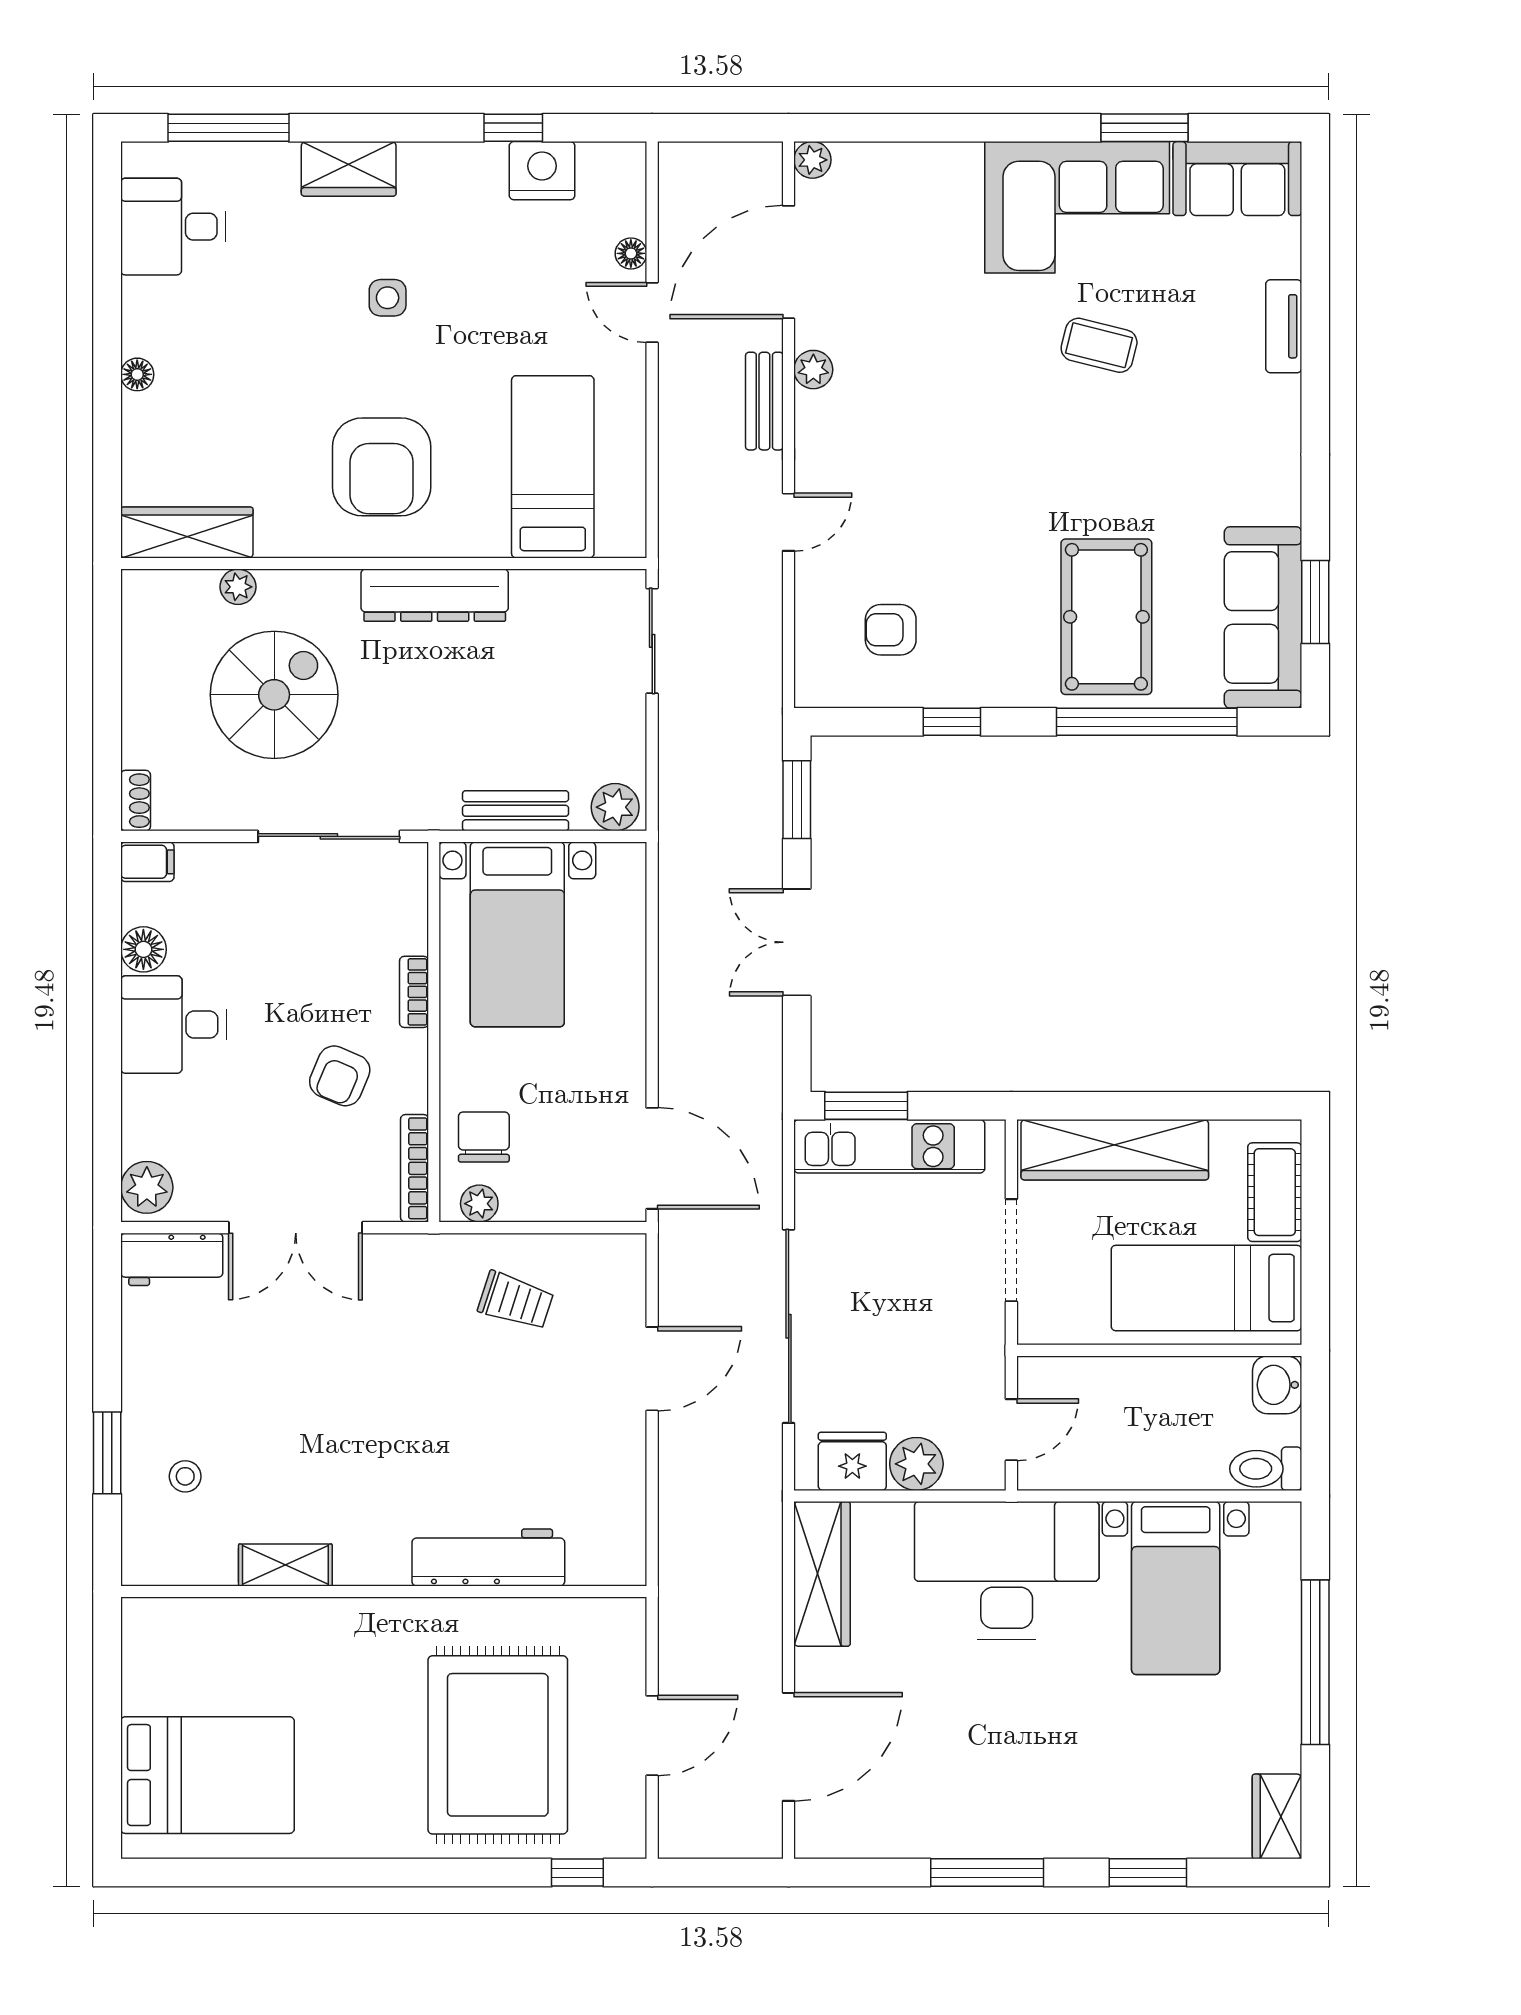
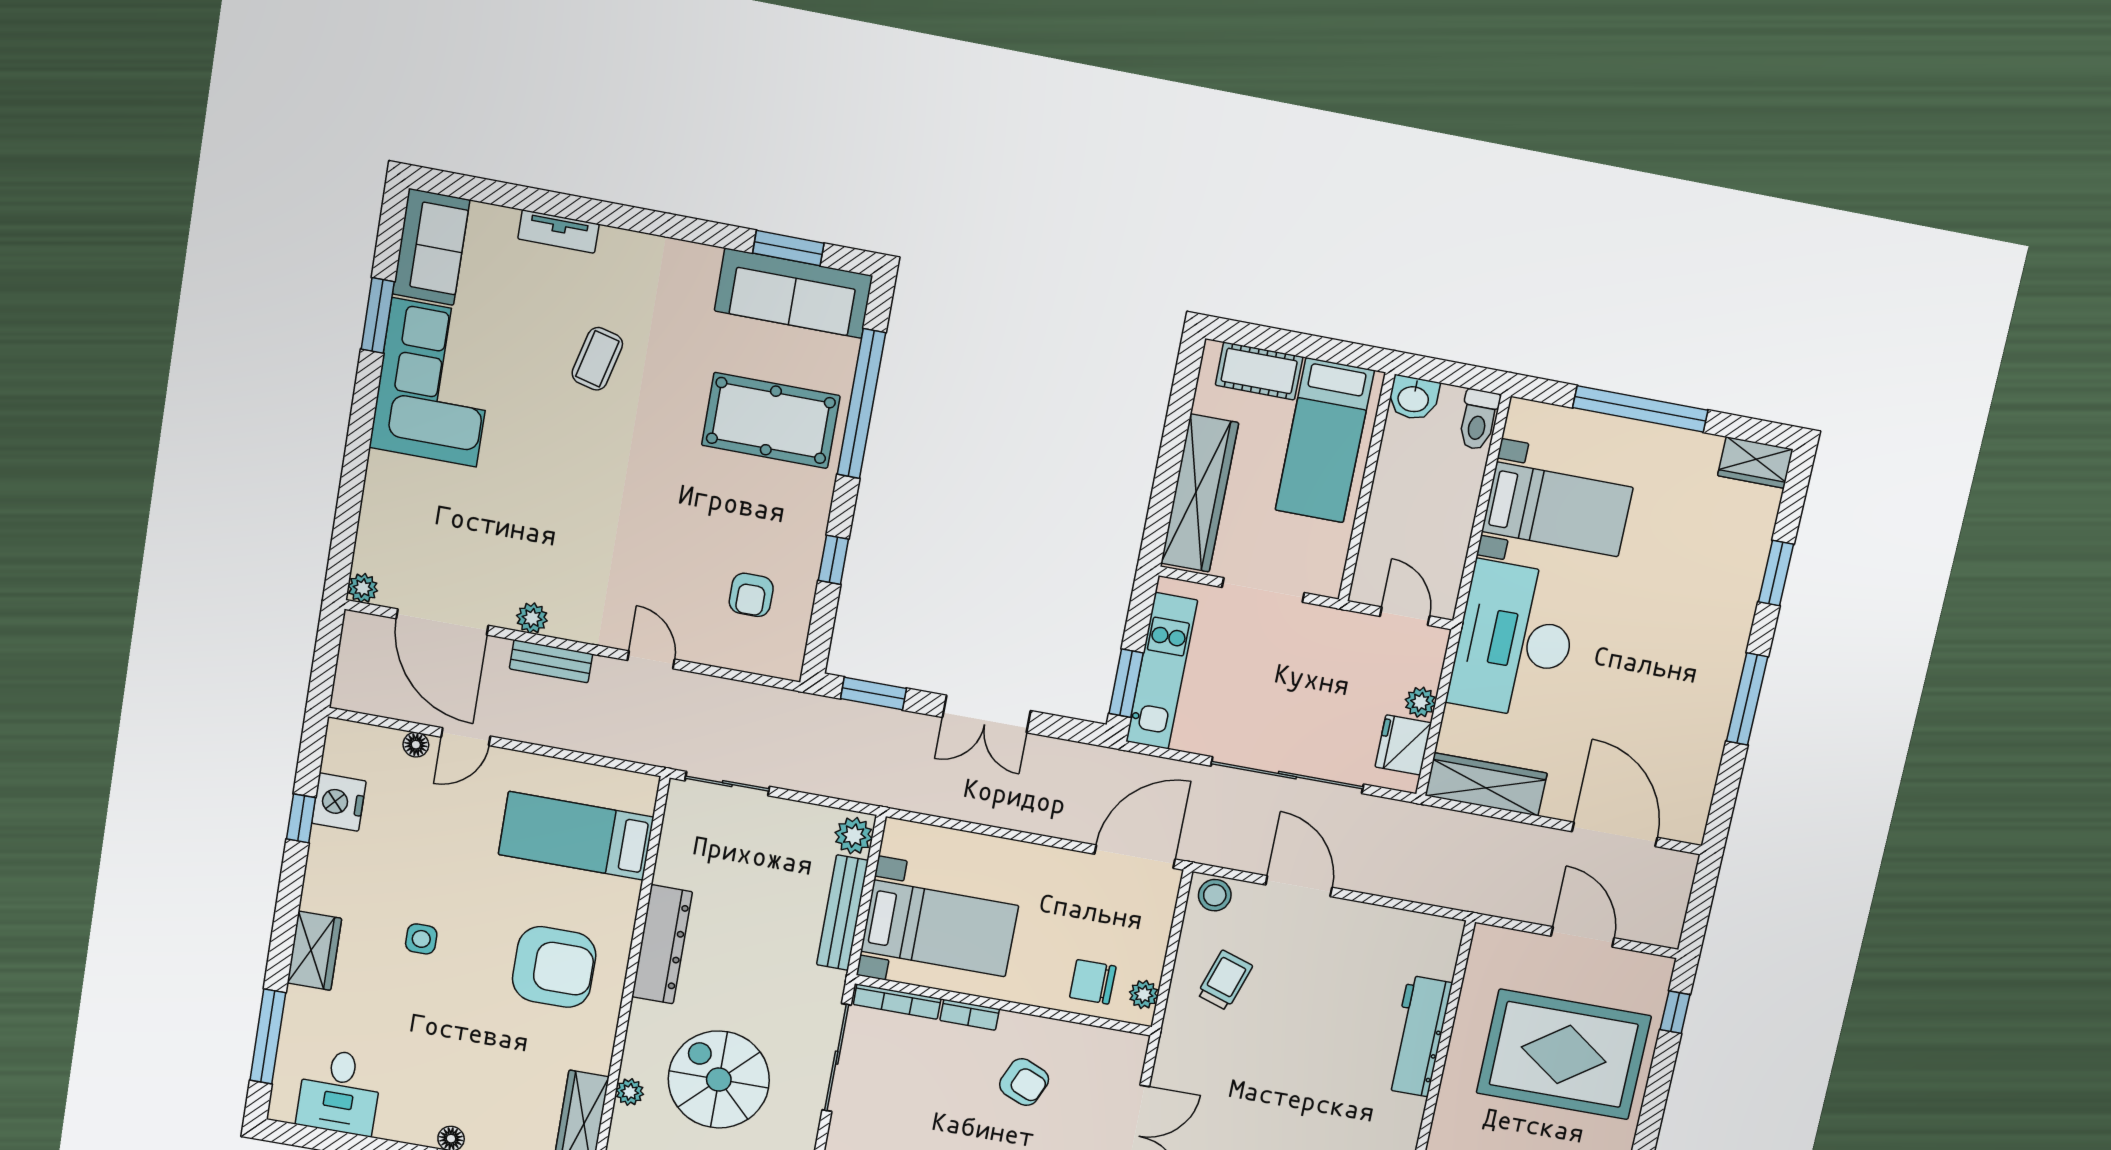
coffee table: (1099, 345) -> (597, 359), moved
bench: (516, 811) -> (843, 913), width x1.36
bookcase: (414, 1168) -> (897, 1002), moved
stool: (622, 1267) -> (1215, 895), added
plant: (916, 1464) -> (1420, 702), width x0.73, depth x0.73

